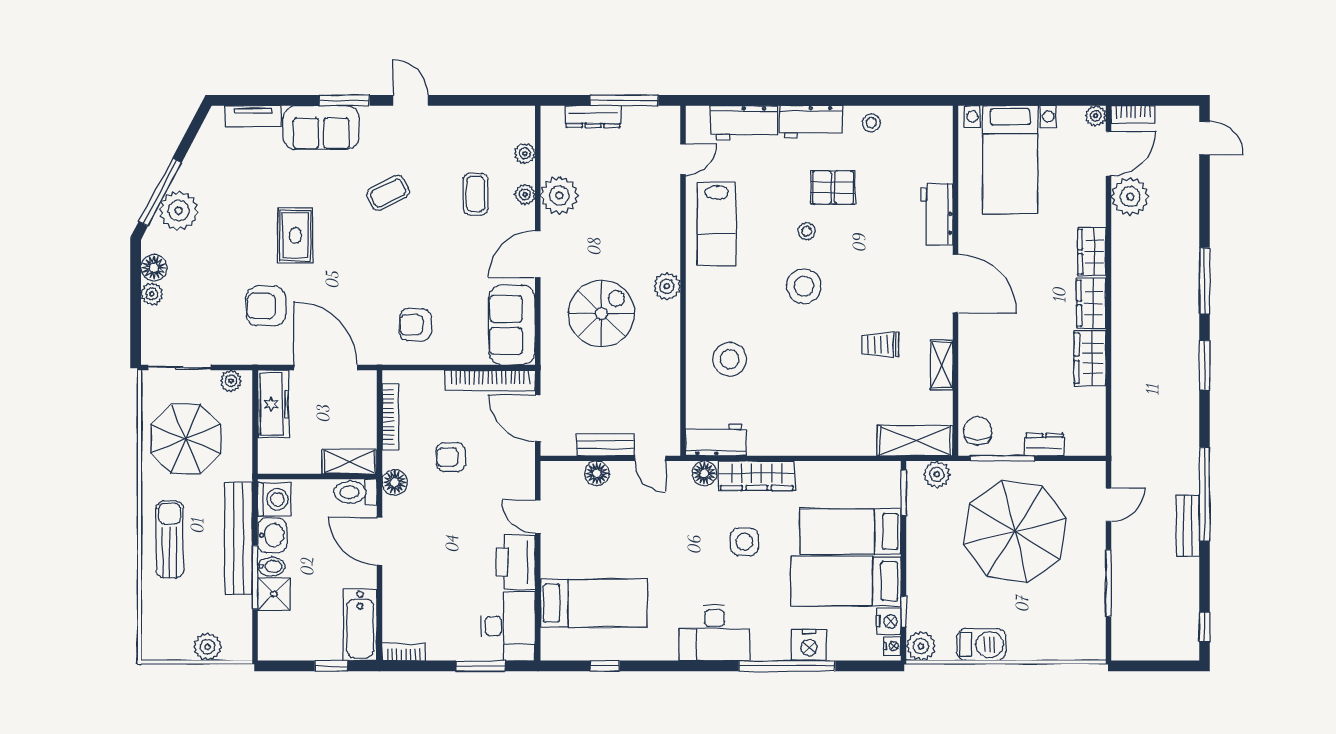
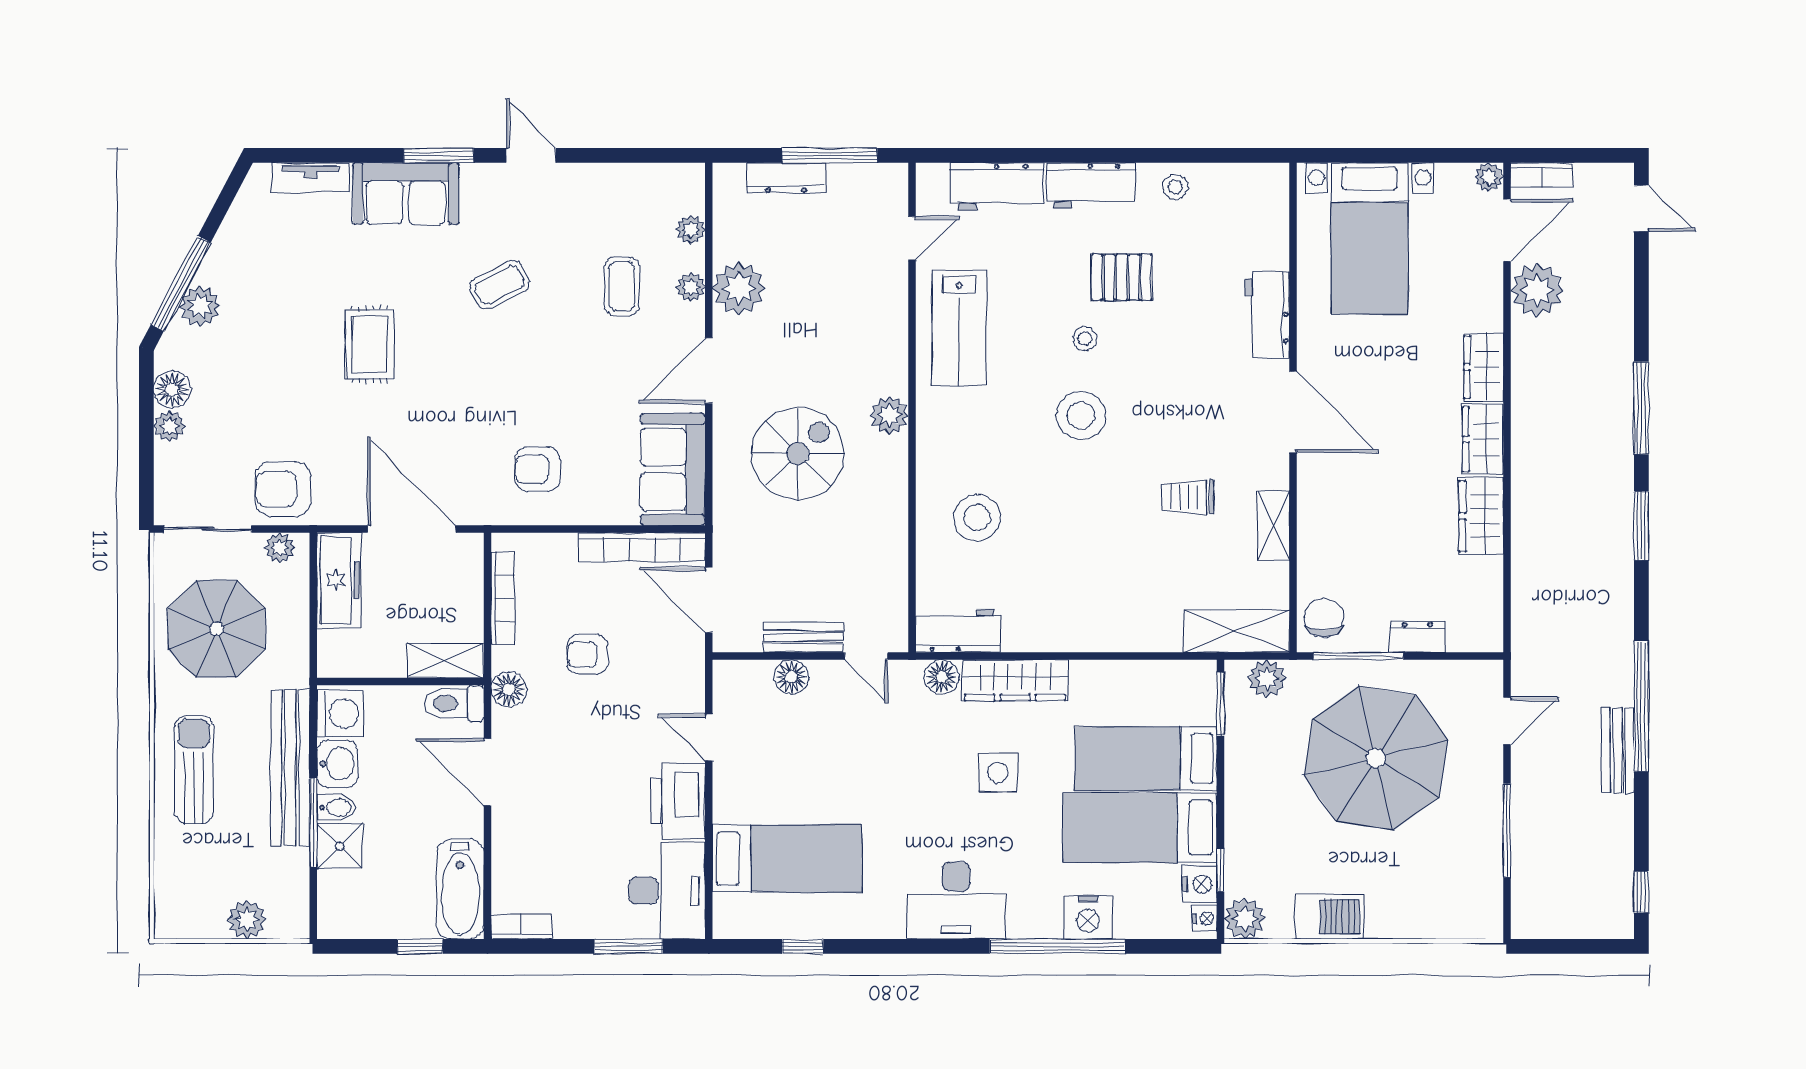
plant: (179, 211) -> (200, 306), width x0.73, depth x0.73
armchair: (266, 306) -> (283, 489), moved

